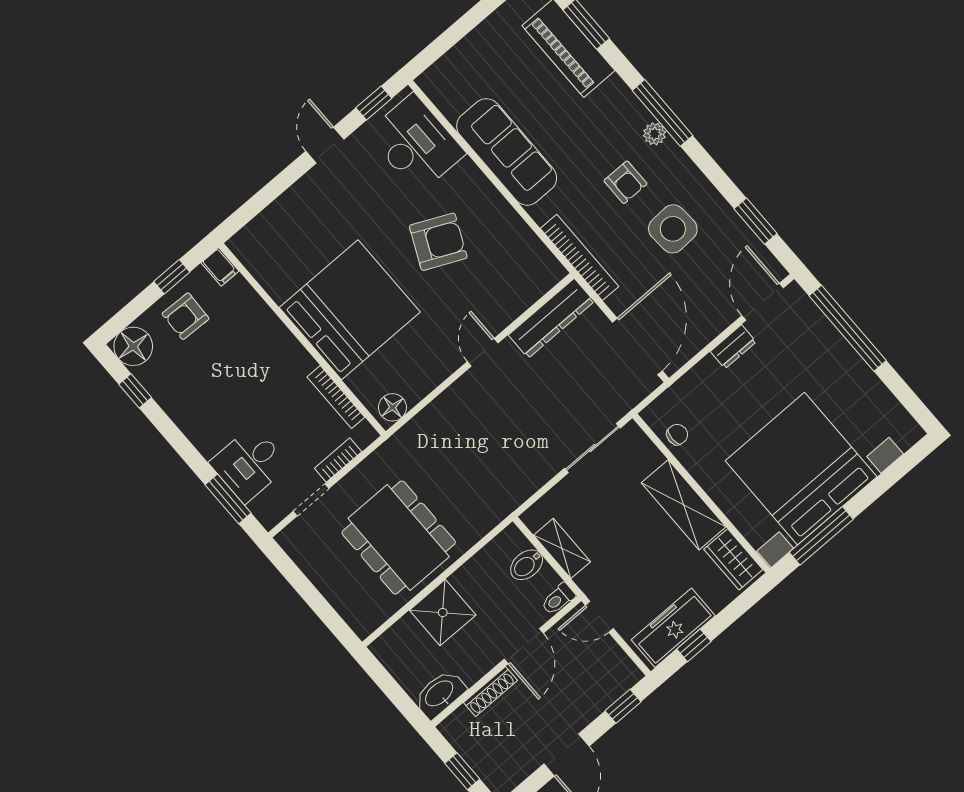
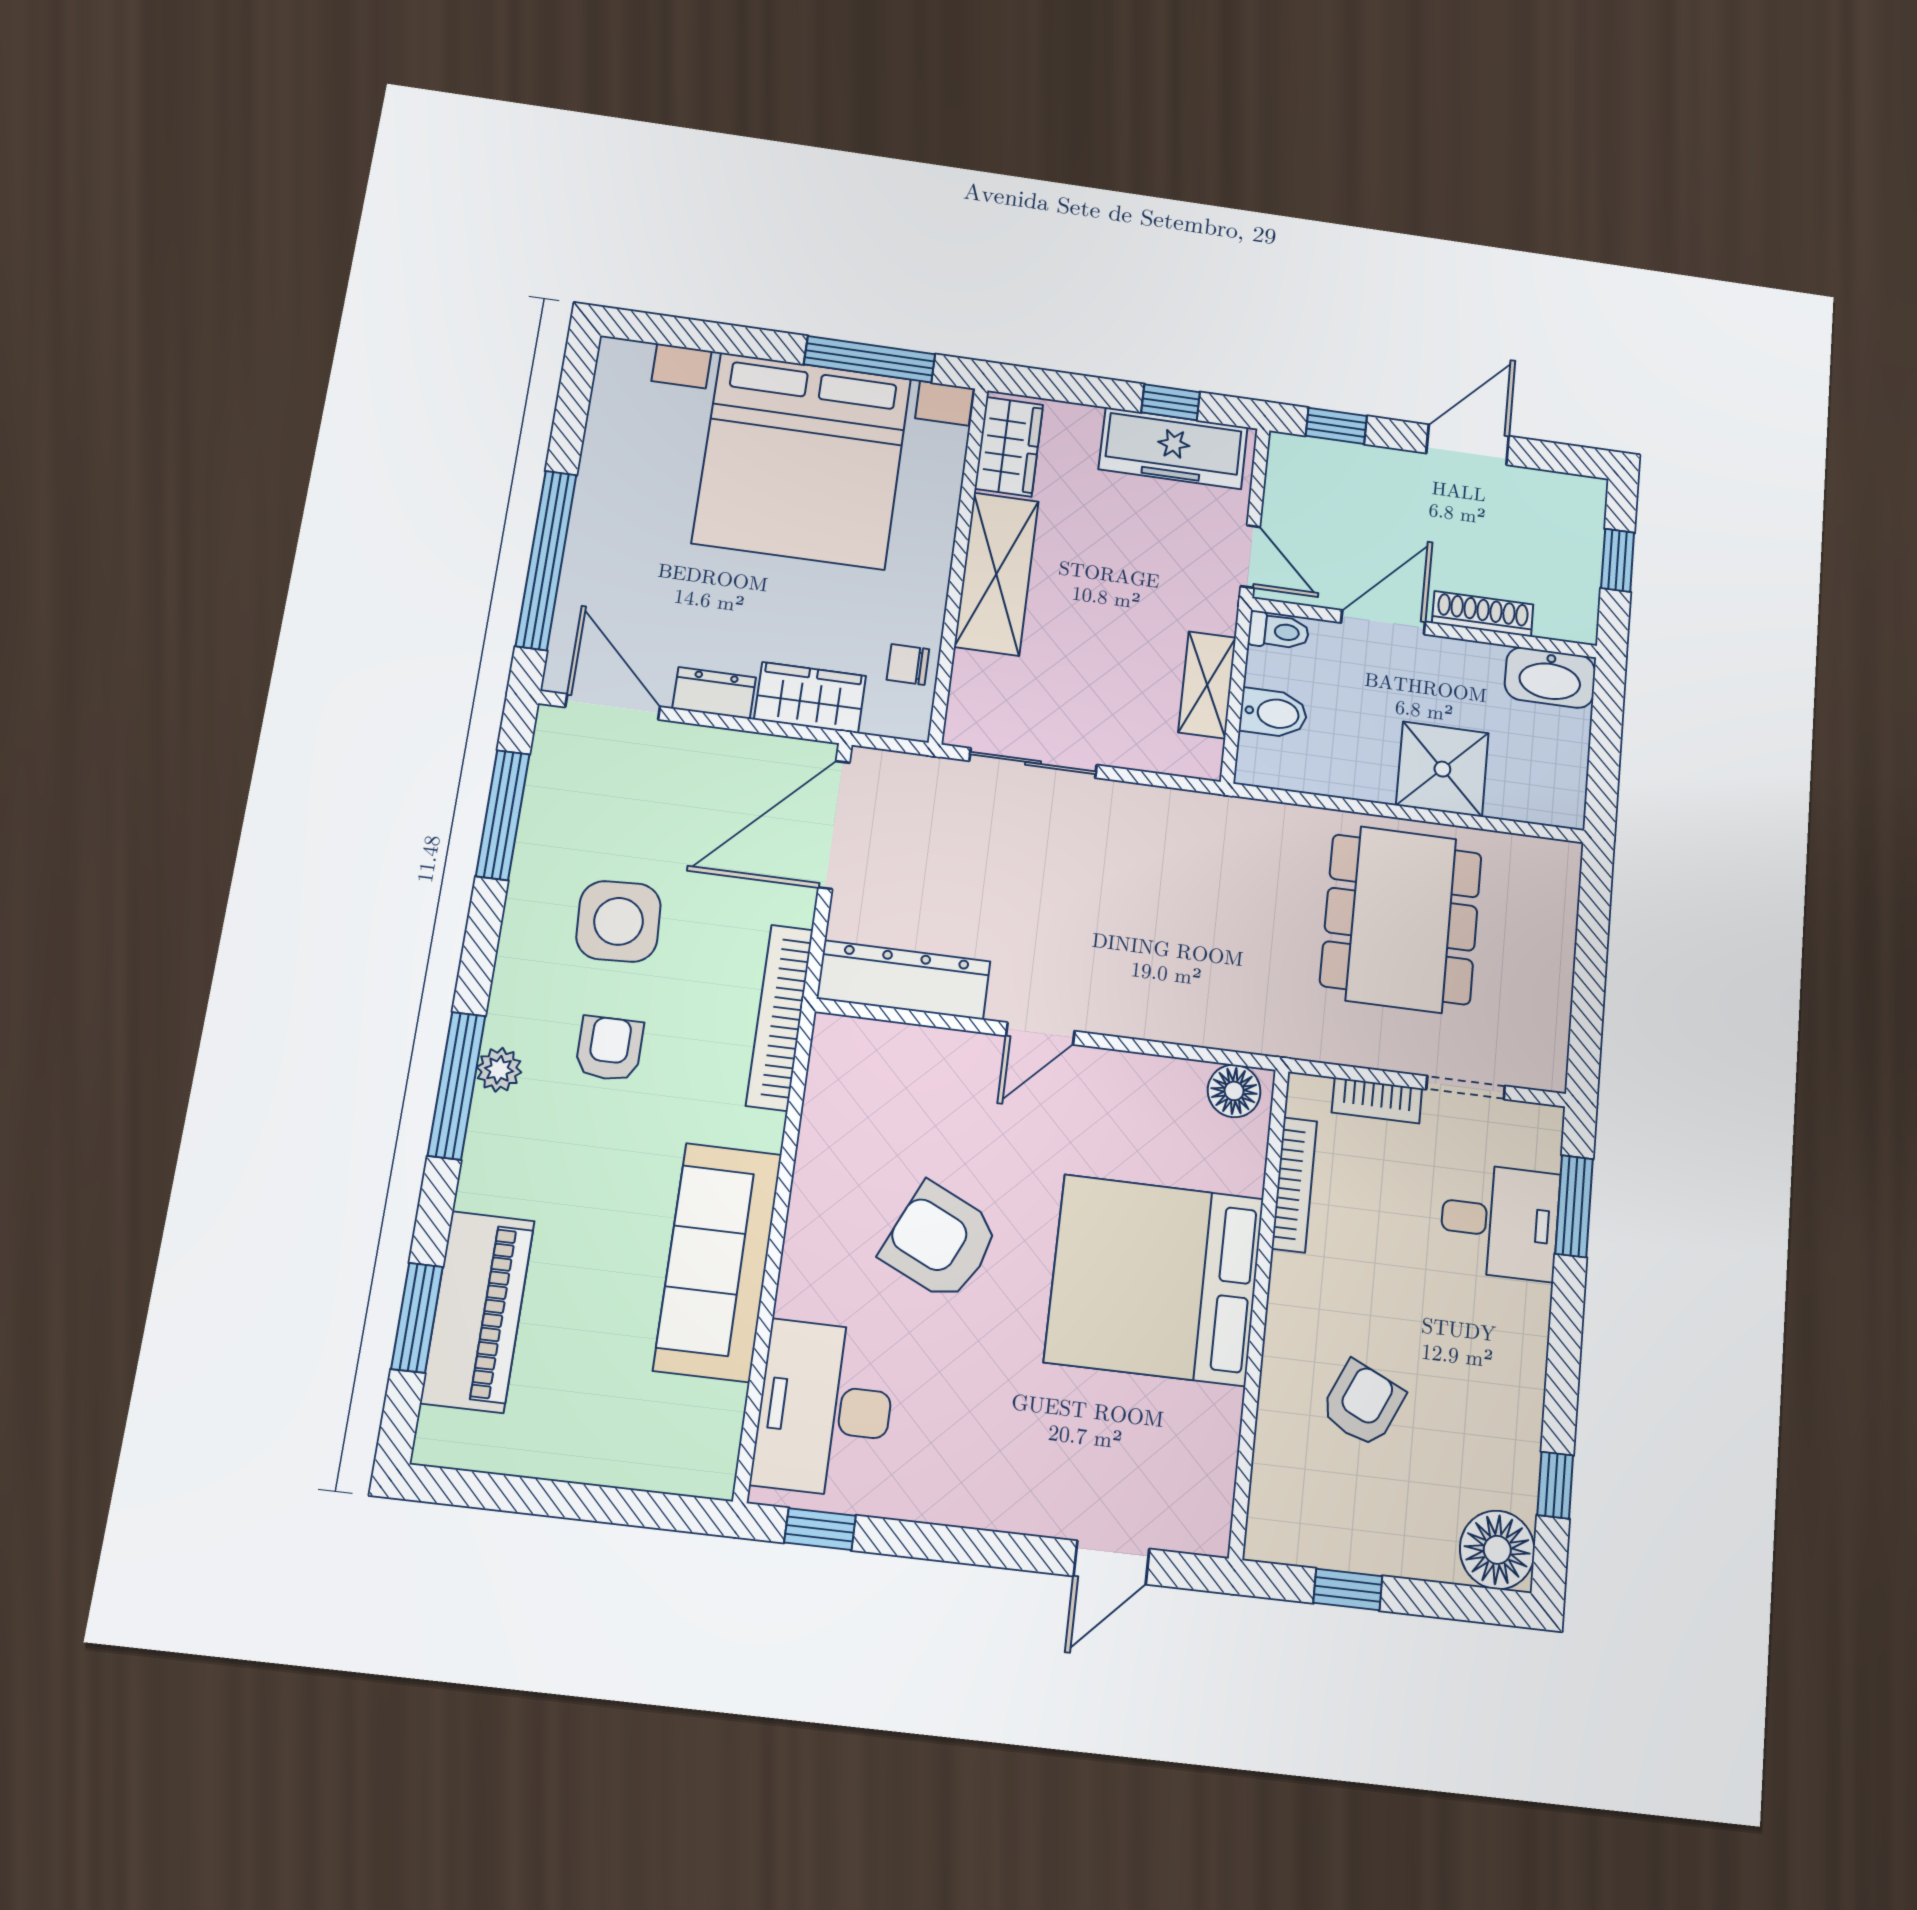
door: (325, 145) -> (1111, 1562), moved
window: (756, 221) -> (503, 815), width x1.44
filing cabinet: (220, 267) -> (1268, 1531), removed
door: (763, 302) -> (613, 707), swing flipped
armchair: (186, 316) -> (1363, 1404), moved, turned -67
wardrobe: (698, 383) -> (810, 698), added

